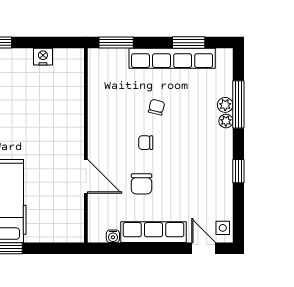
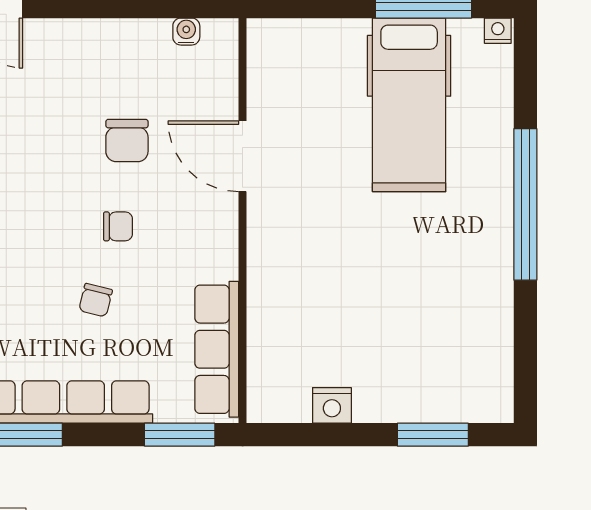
chair: (141, 184) -> (127, 141), turned 180
row of seats: (154, 232) -> (217, 349), moved, turned 90

